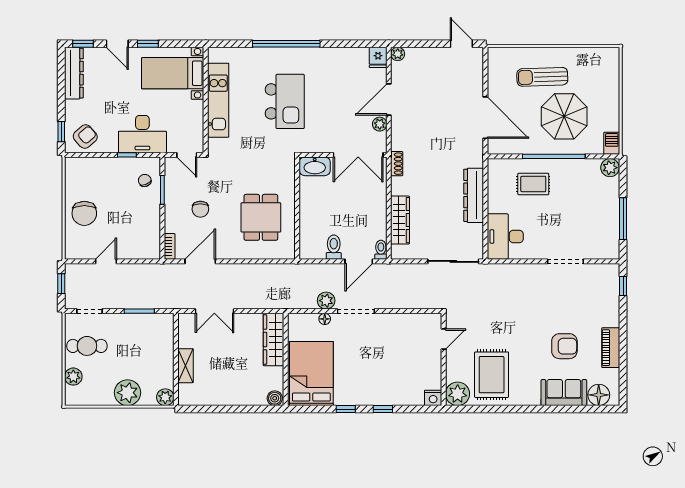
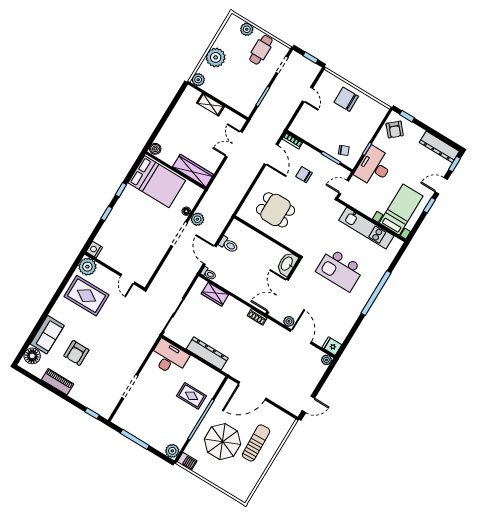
rug: (533, 184) -> (191, 396), turned 90
wardrobe: (400, 220) -> (215, 294), width x0.67

